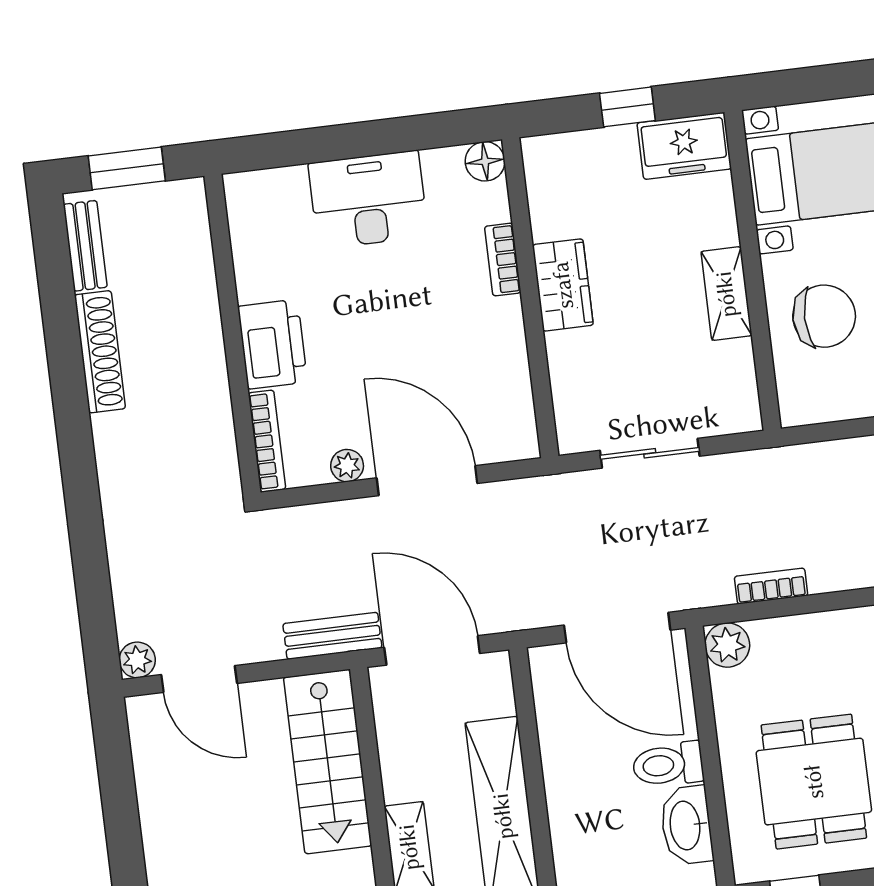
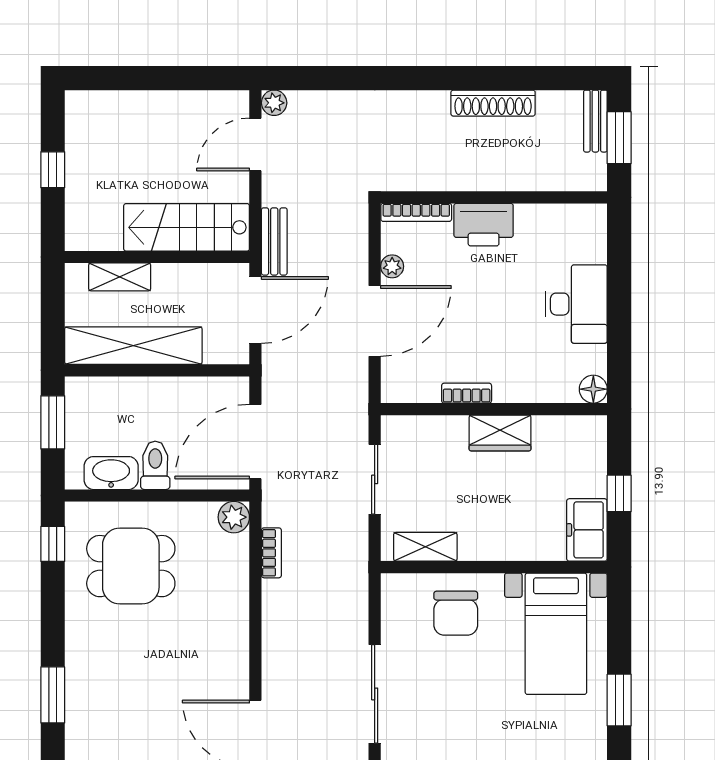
bench: (85, 246) -> (595, 121), moved, turned 90
bookcase: (503, 260) -> (467, 393), moved
shelving: (726, 294) -> (425, 547), moved

